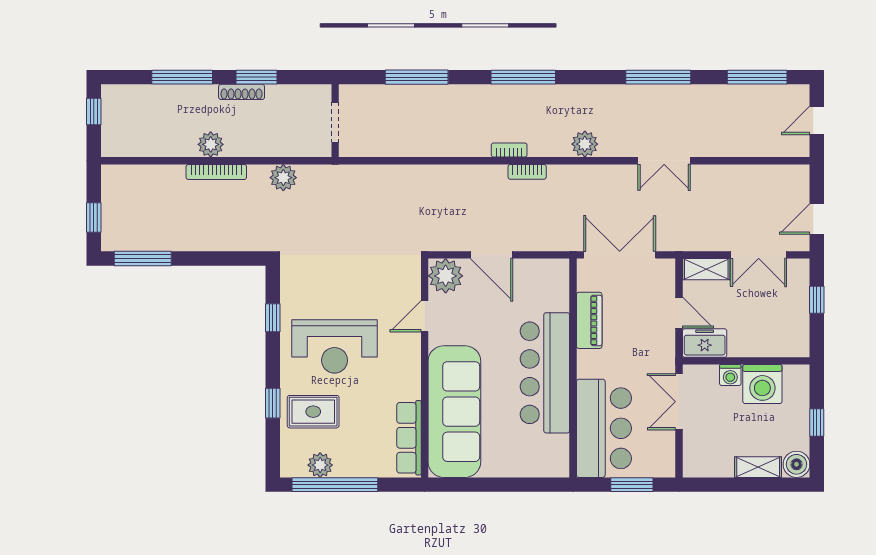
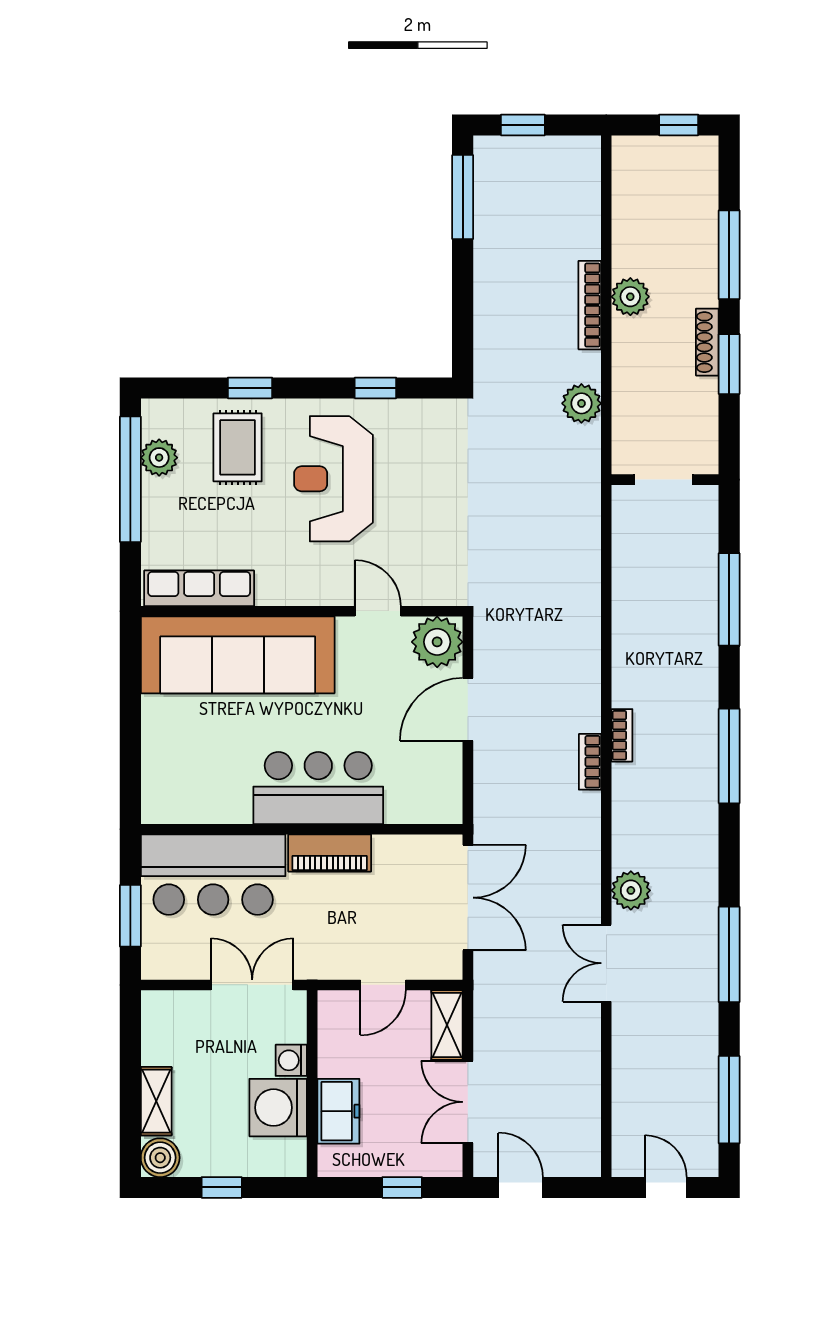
plant: (585, 144) -> (631, 890), moved
piano: (589, 320) -> (330, 853), moved
freezer: (705, 343) -> (338, 1111), moved
bar counter: (545, 373) -> (318, 788), width x0.73

